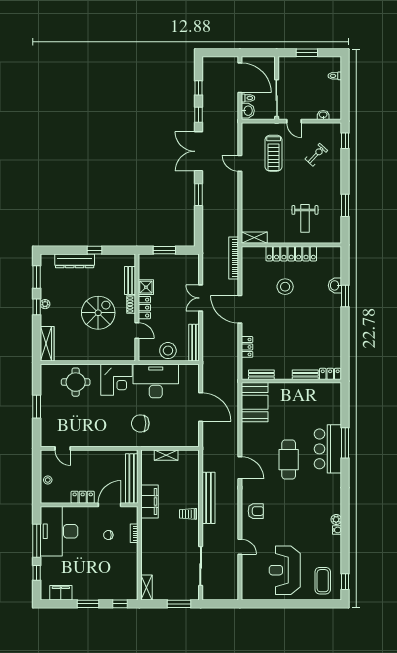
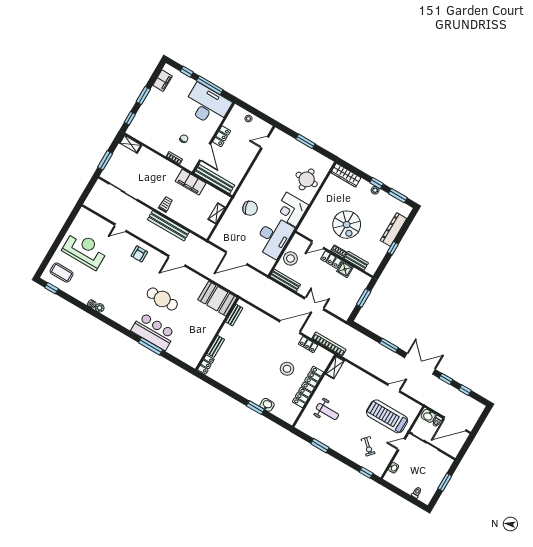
treadmill: (274, 153) -> (387, 416), width x1.37, depth x1.38
weight bench: (305, 218) -> (327, 412), turned 180
locker: (247, 347) -> (308, 345), moved
chair: (140, 423) -> (250, 208), turned 72

